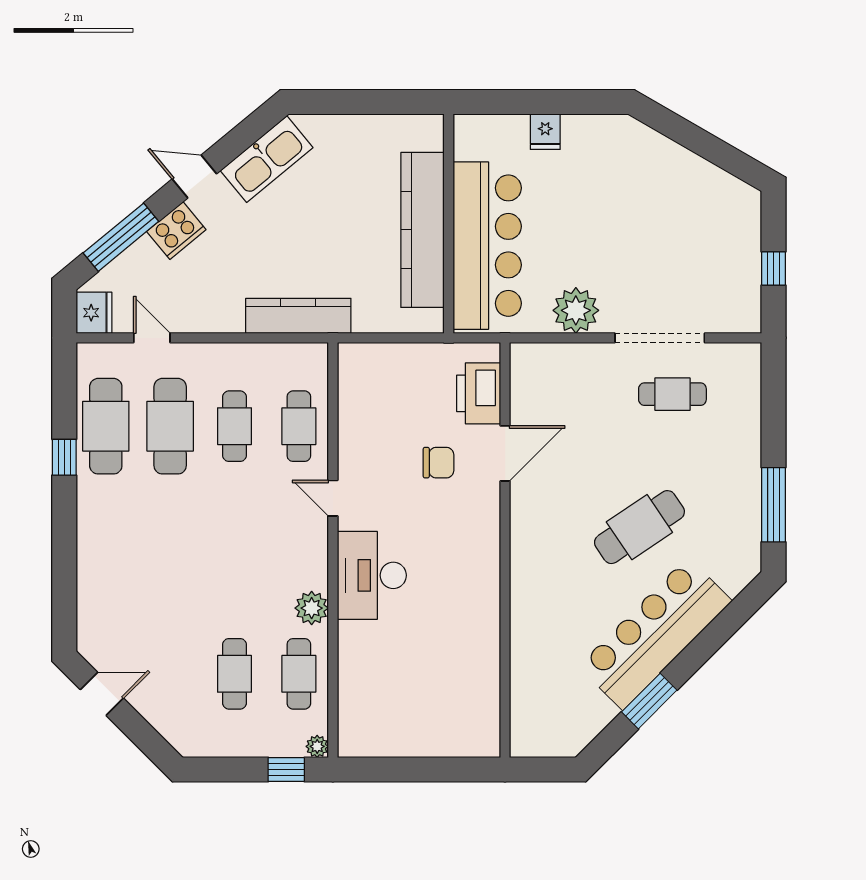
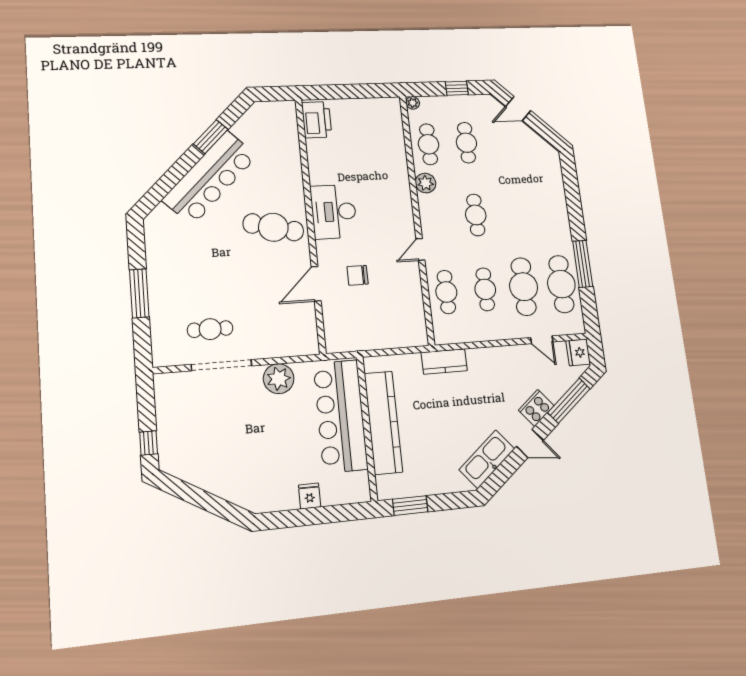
window: (395, 102) -> (410, 506), added
window: (774, 268) -> (149, 443), moved
kitchen counter: (298, 316) -> (444, 361), width x0.67
printer: (479, 393) -> (317, 120), moved
window: (64, 457) -> (583, 264), width x2.17
door: (333, 498) -> (420, 249), swing flipped
window: (774, 505) -> (139, 293), moved
cafe table: (639, 527) -> (273, 227), moved, turned 48
cafe table: (235, 550) -> (476, 215), added
desk: (372, 575) -> (334, 212), moved, turned 180
door: (102, 694) -> (518, 109), moved
window: (286, 770) -> (457, 88), moved

